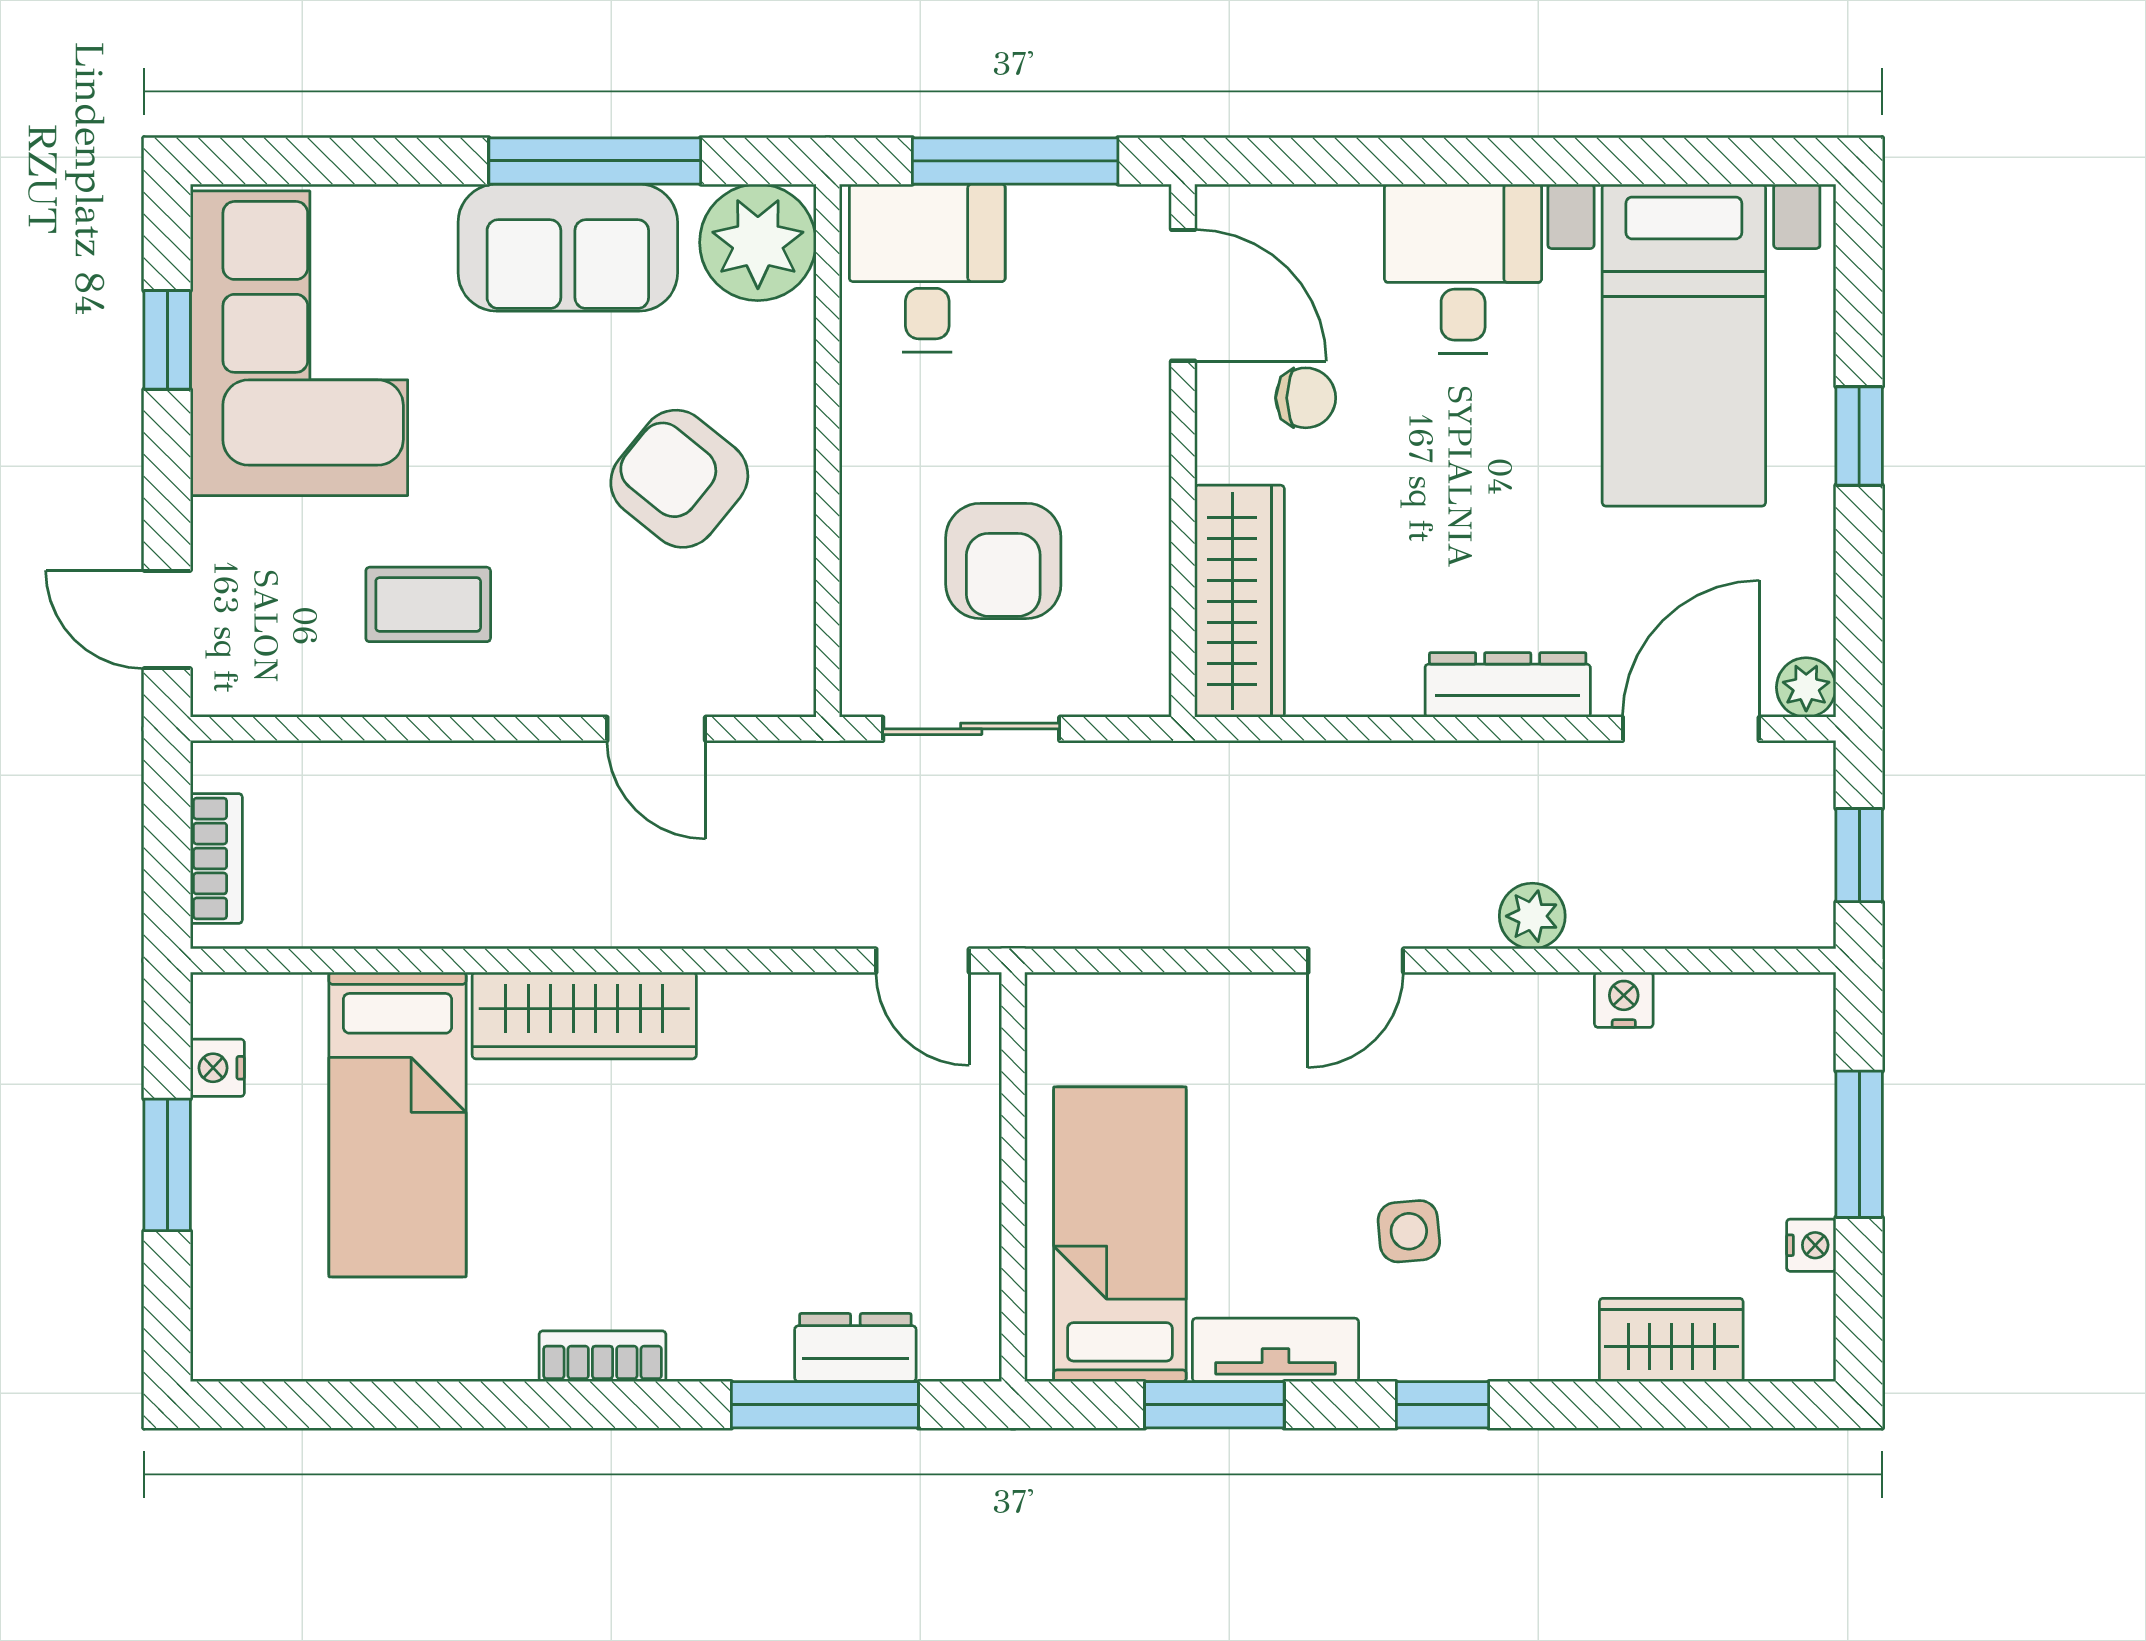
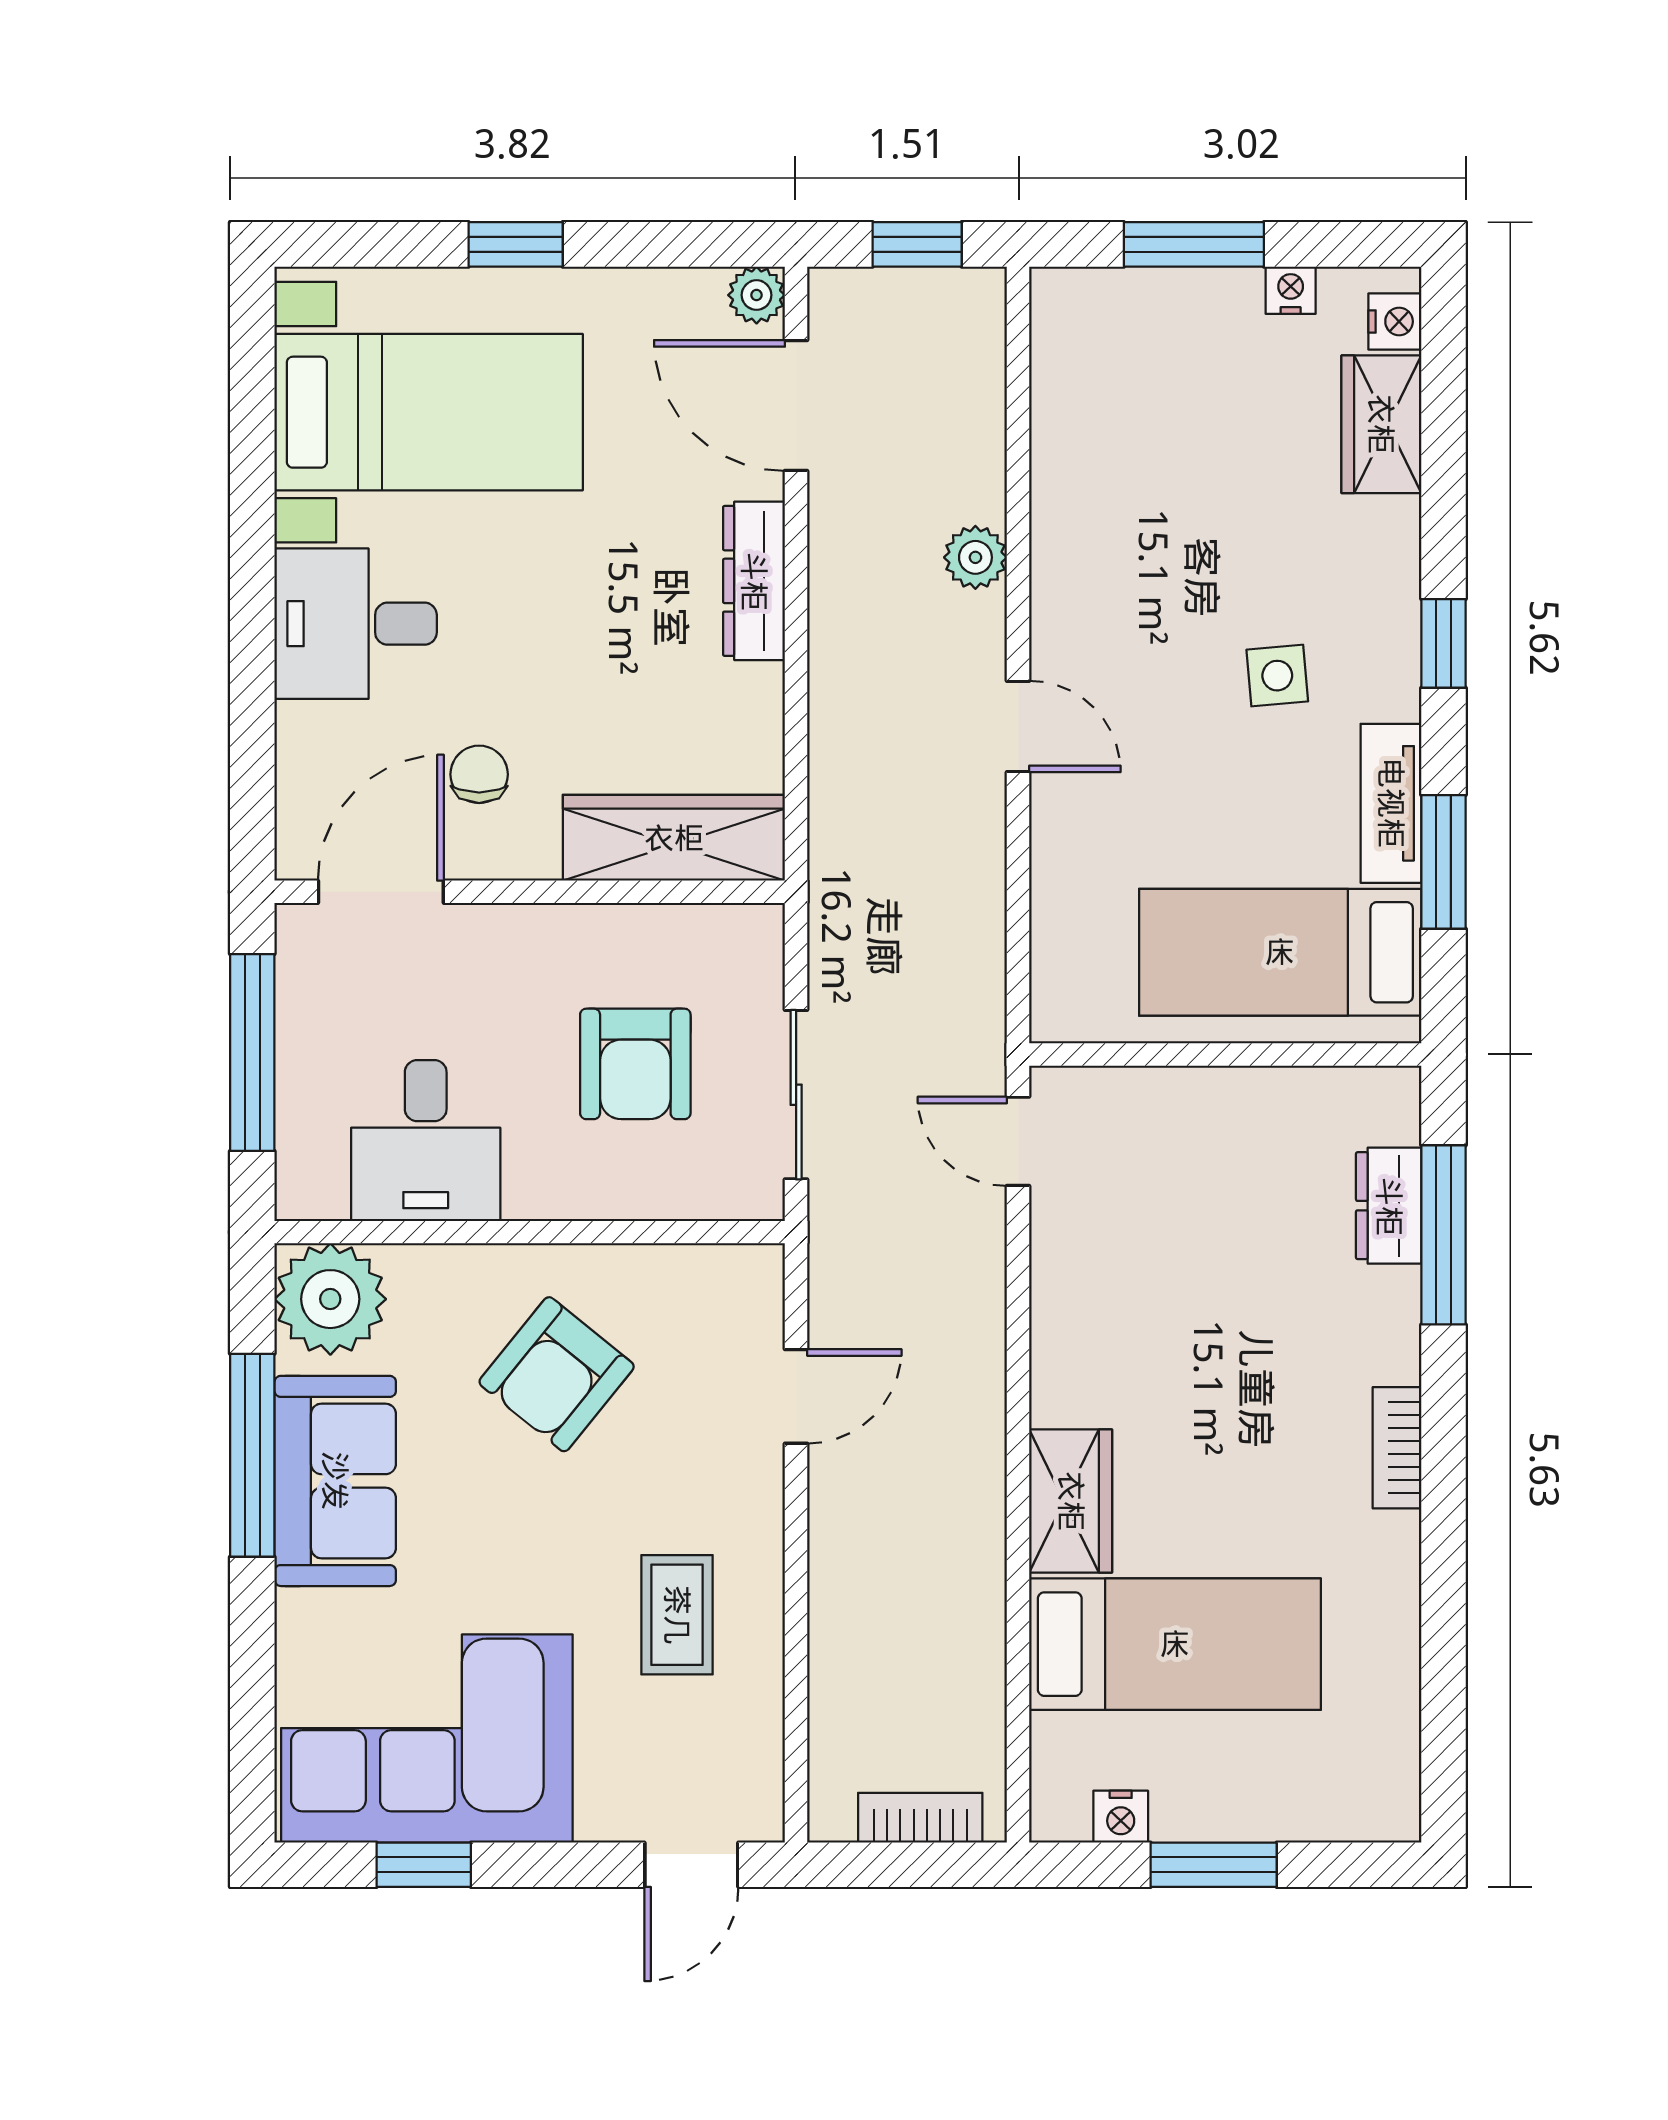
desk: (927, 268) -> (426, 1141), moved, turned -90
armchair: (1003, 561) -> (635, 1064), turned 90
door: (923, 961) -> (1018, 1141), swing flipped
nightstand: (1624, 1000) -> (1395, 321), moved, turned 180
wardrobe: (584, 1015) -> (1071, 1501), width x0.67

